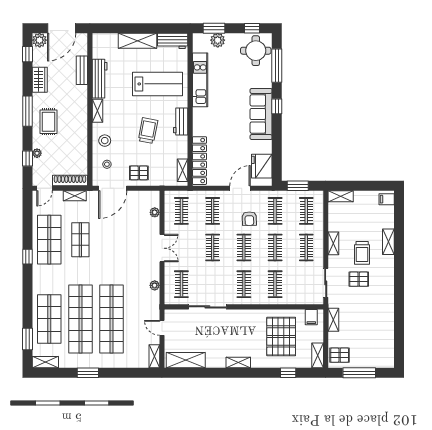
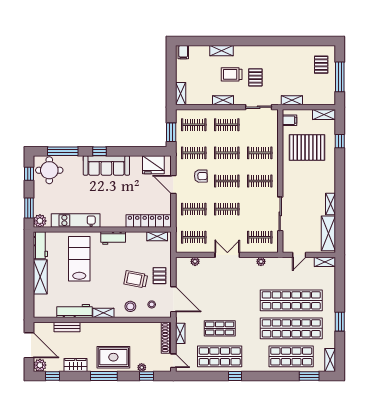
plant: (218, 40) -> (40, 221), moved
rug: (48, 122) -> (113, 357), width x1.36, depth x1.43
trolley: (148, 131) -> (136, 279), moved
trolley: (362, 253) -> (232, 74), turned 180
pallet: (340, 355) -> (321, 65), moved
shelving: (238, 363) -> (330, 204), moved

